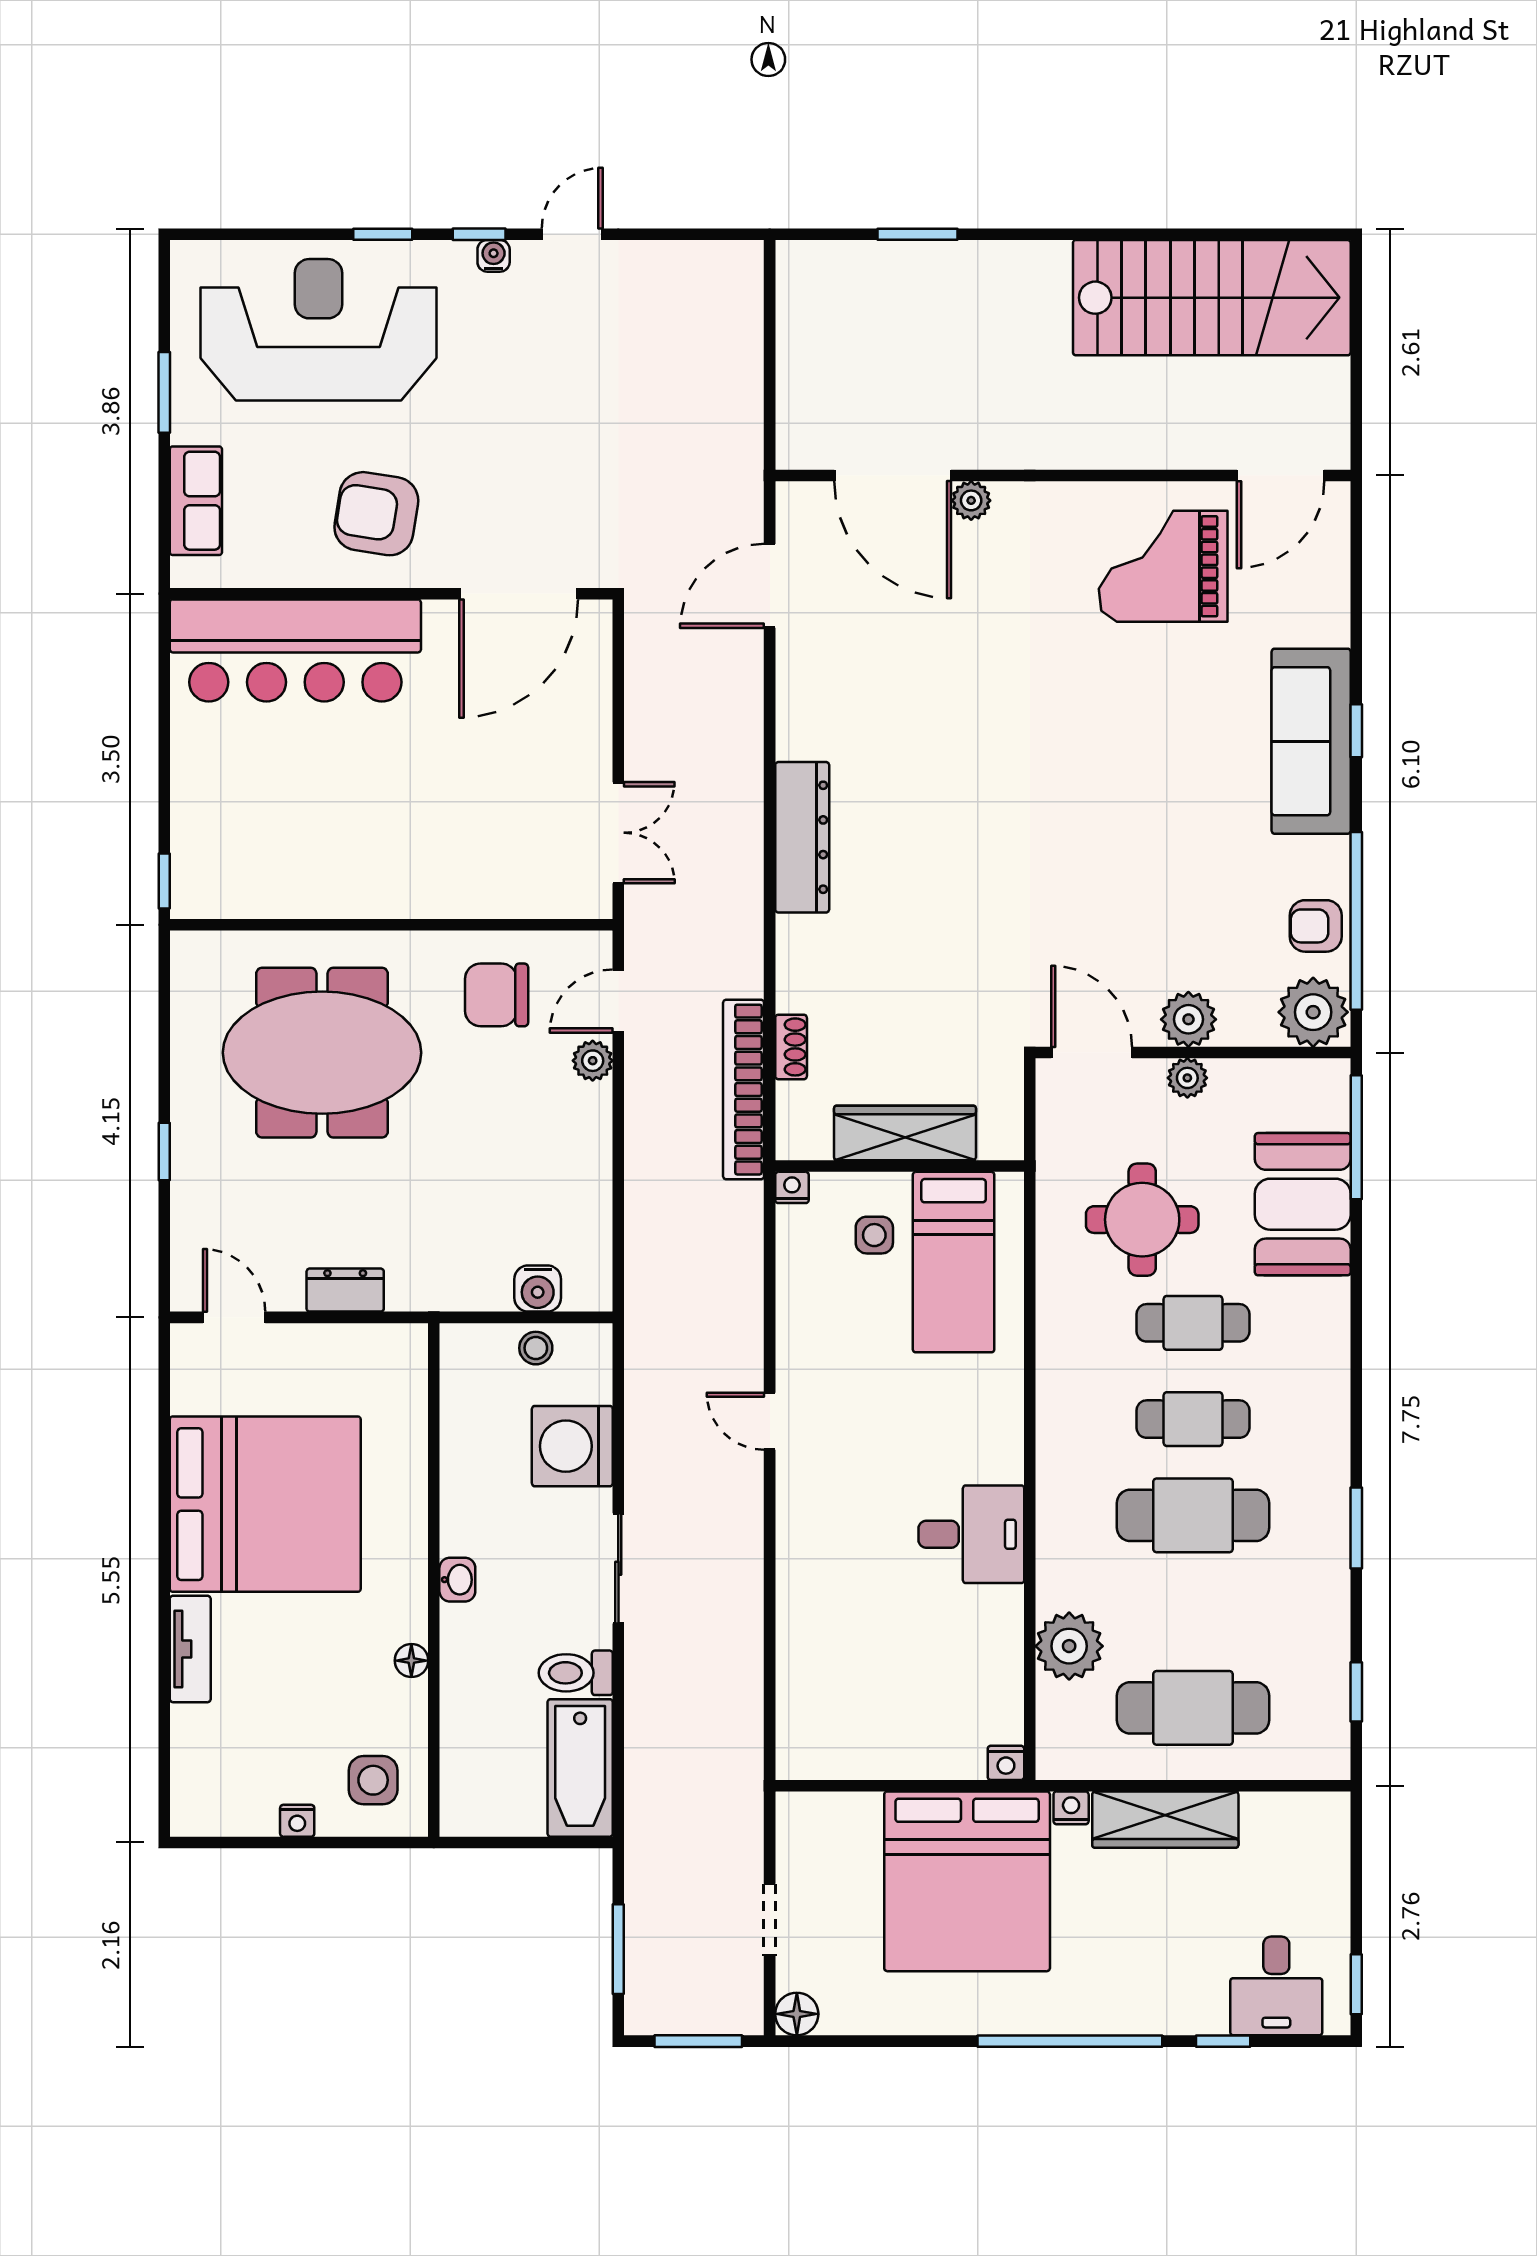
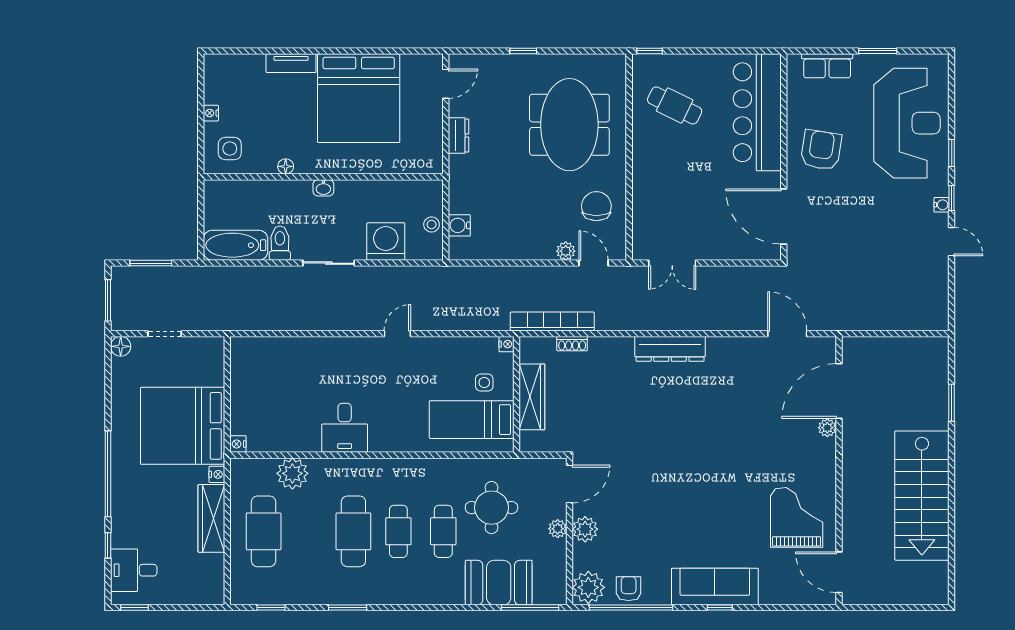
stairs: (1212, 298) -> (922, 496), moved
cafe table: (281, 827) -> (675, 105), added

